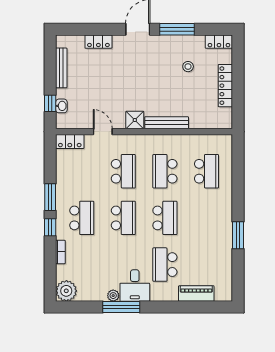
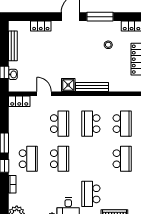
school desk: (165, 218) -> (122, 159), moved

